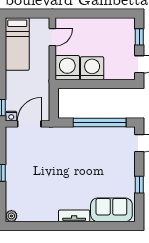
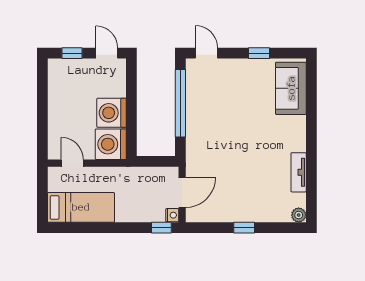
door: (29, 124) -> (182, 192), swing flipped
tv unit: (74, 216) -> (299, 172), moved

